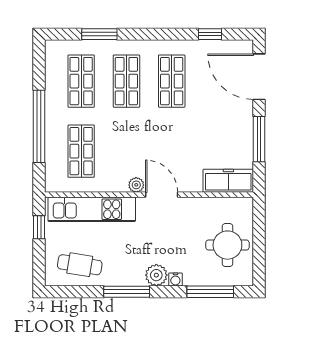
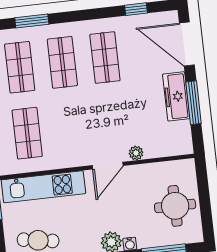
freezer: (228, 181) -> (176, 96), moved, turned -90
plant: (136, 185) -> (136, 153), moved
door: (162, 195) -> (108, 166), swing flipped

